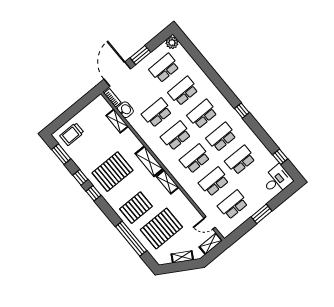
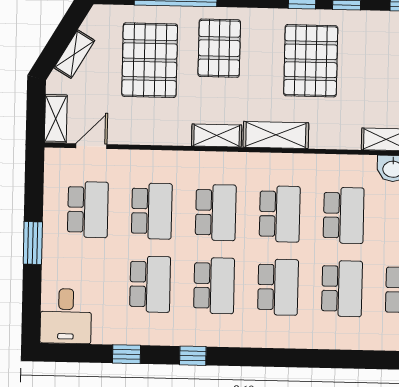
window: (242, 111) -> (193, 356), moved
window: (280, 157) -> (126, 354), moved

